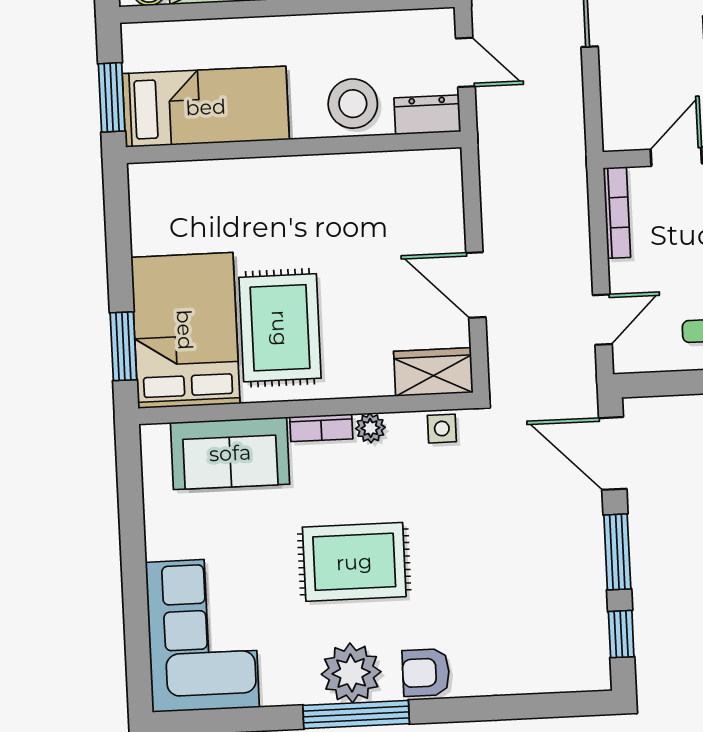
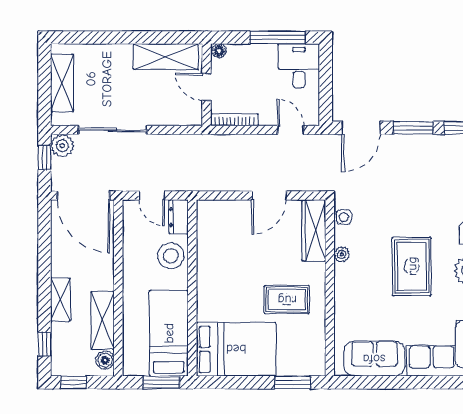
door: (465, 62) -> (152, 196), swing flipped
rug: (280, 328) -> (287, 300), width x0.73, depth x0.70
bed: (185, 330) -> (236, 349), moved, turned 180
wardrobe: (433, 372) -> (314, 230), width x1.50
bookcase: (321, 428) -> (340, 280), removed
sofa: (230, 453) -> (374, 359), moved, turned -90

